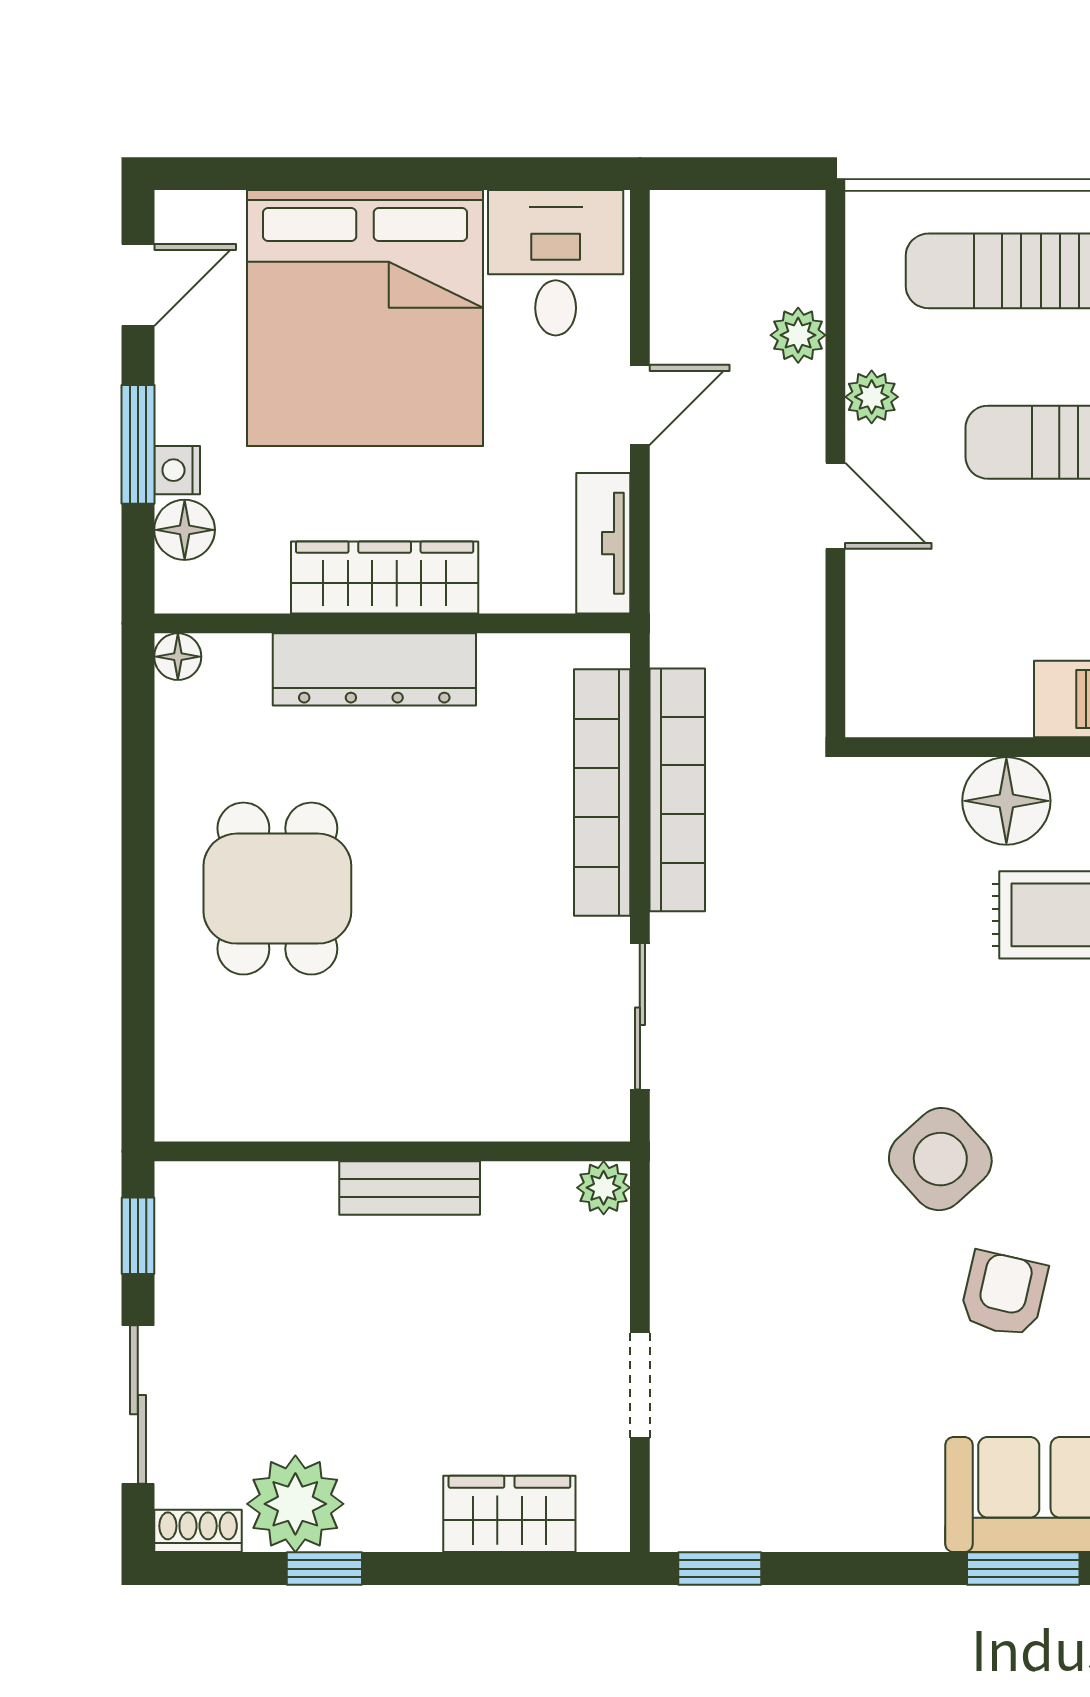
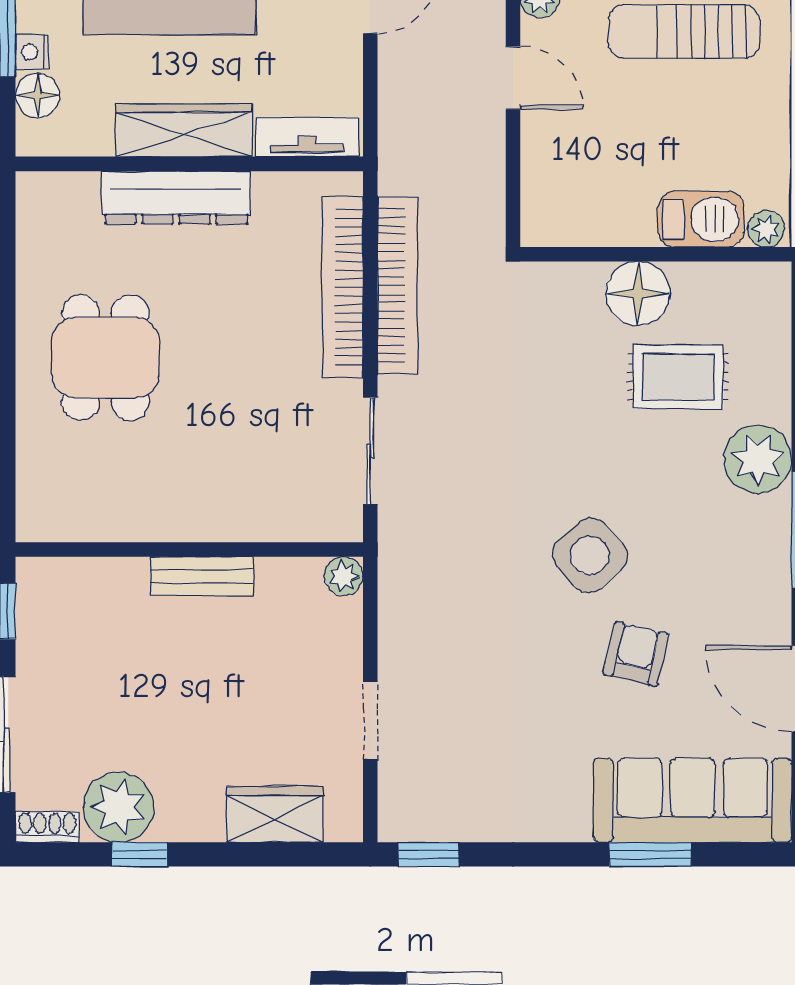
tv unit: (603, 543) -> (307, 137), moved, turned 90
floor lamp: (178, 657) -> (33, 188), removed

